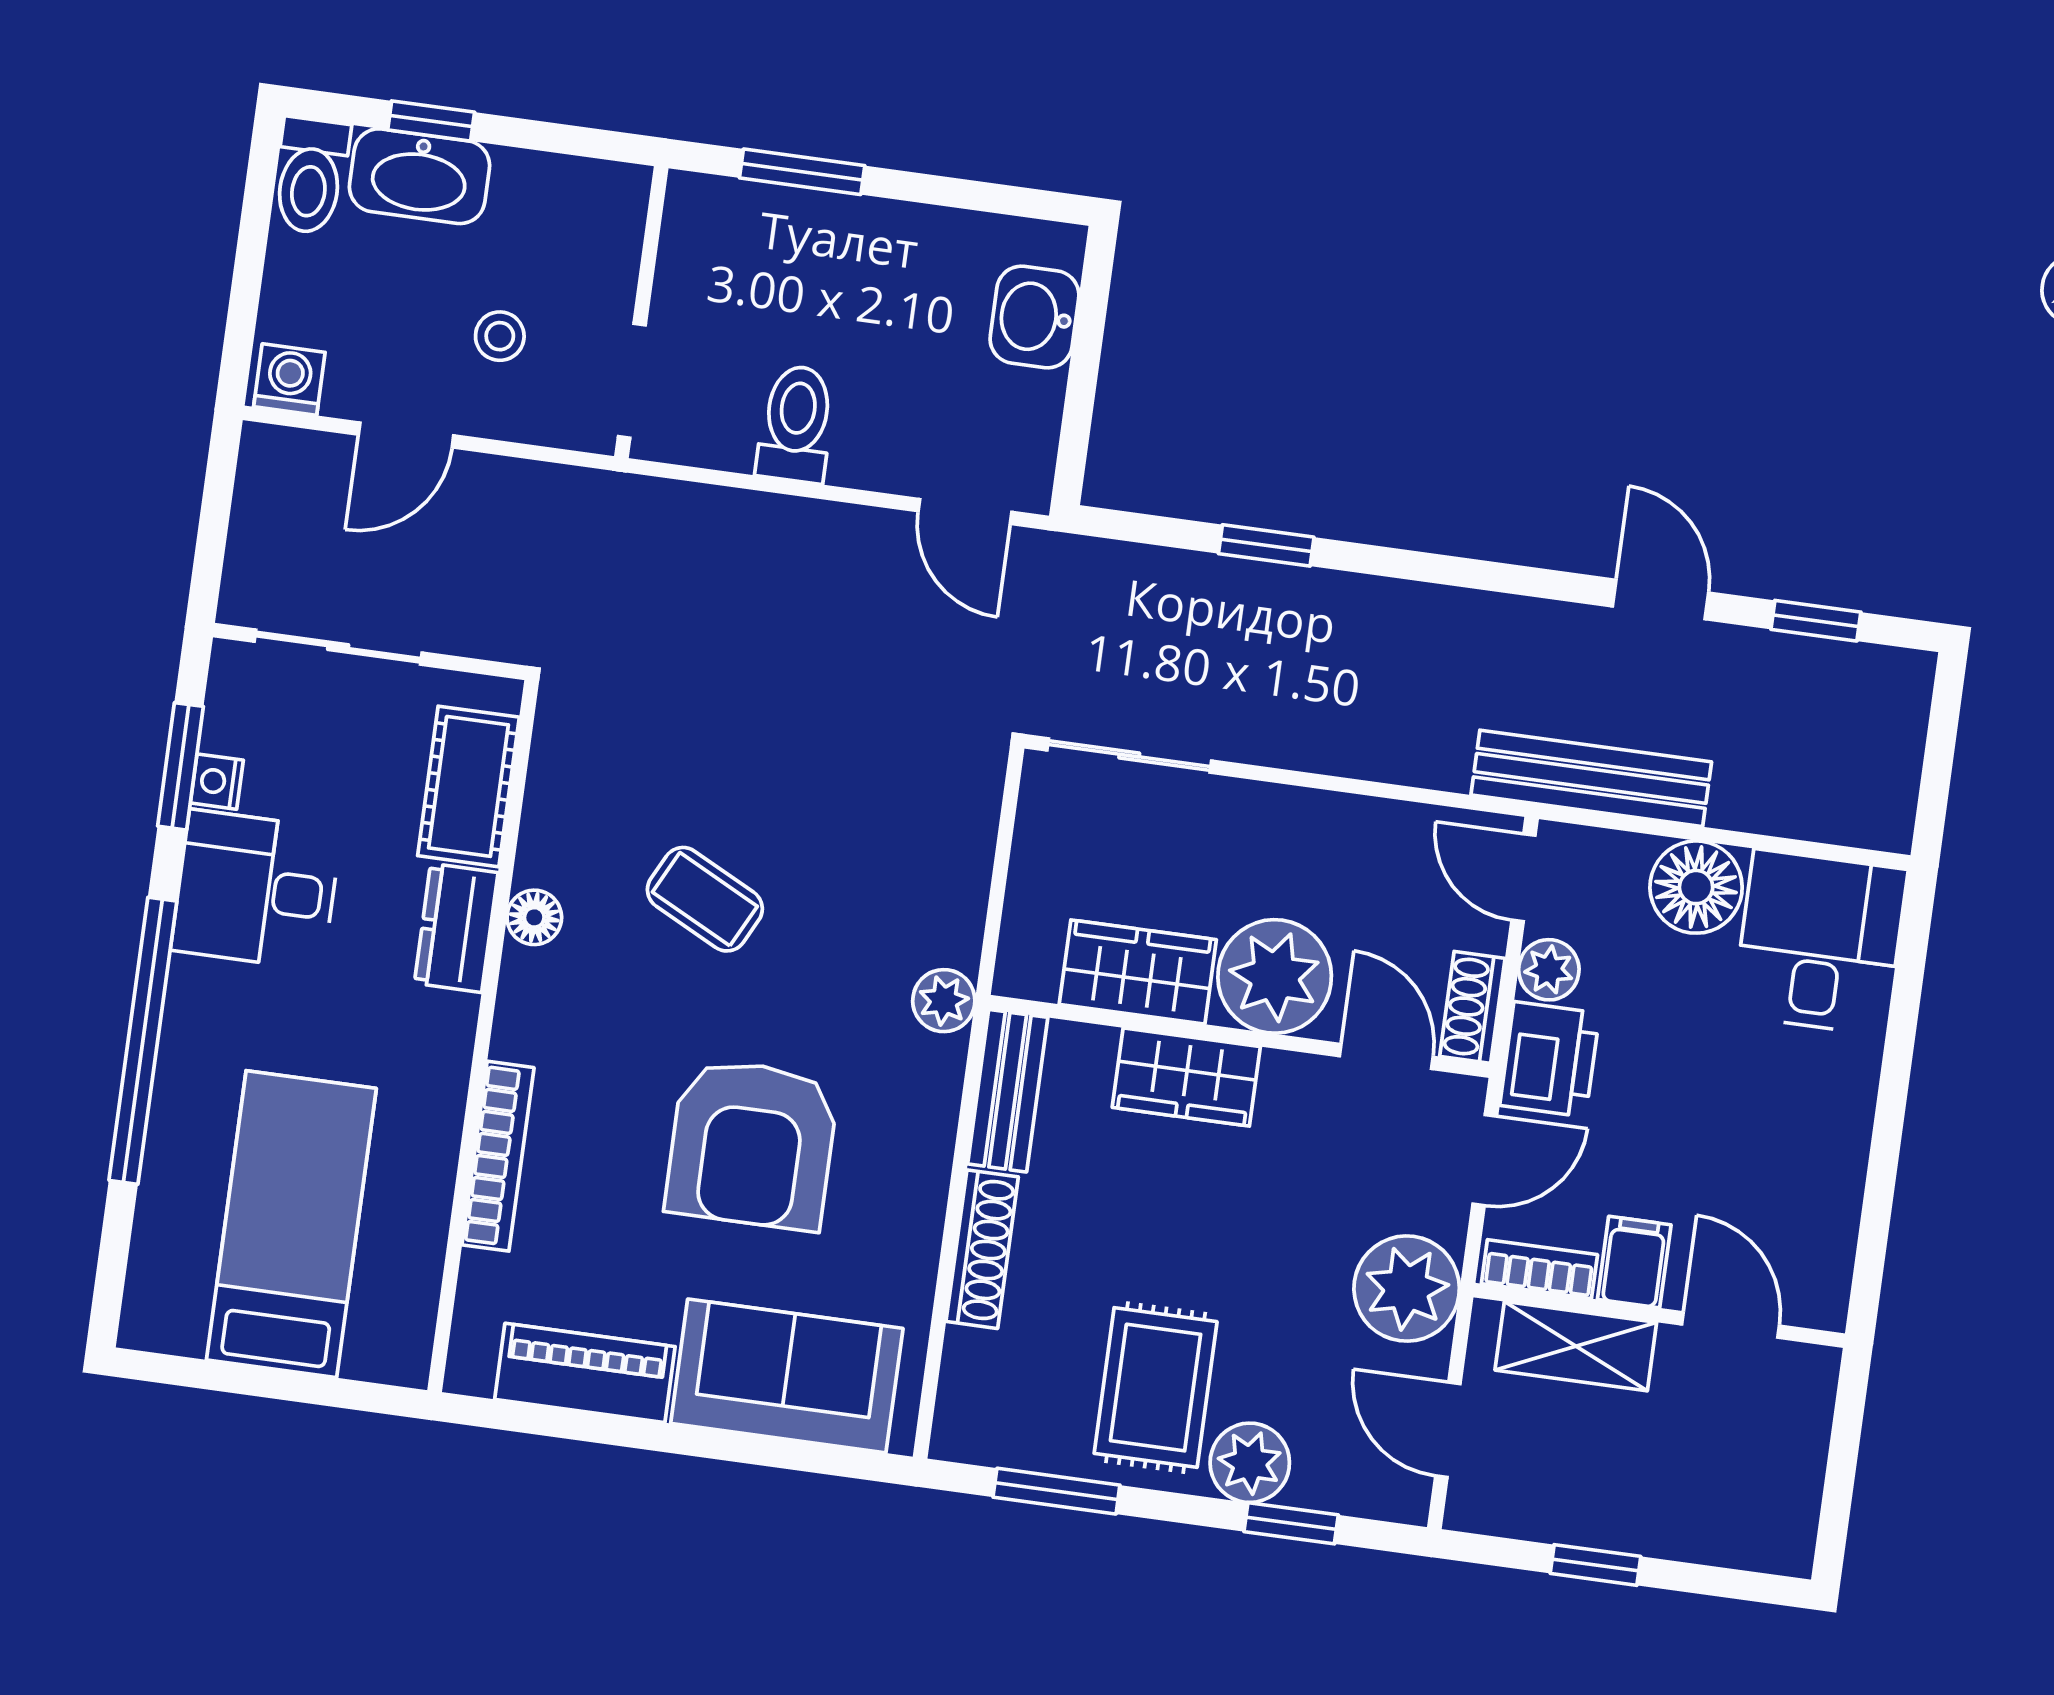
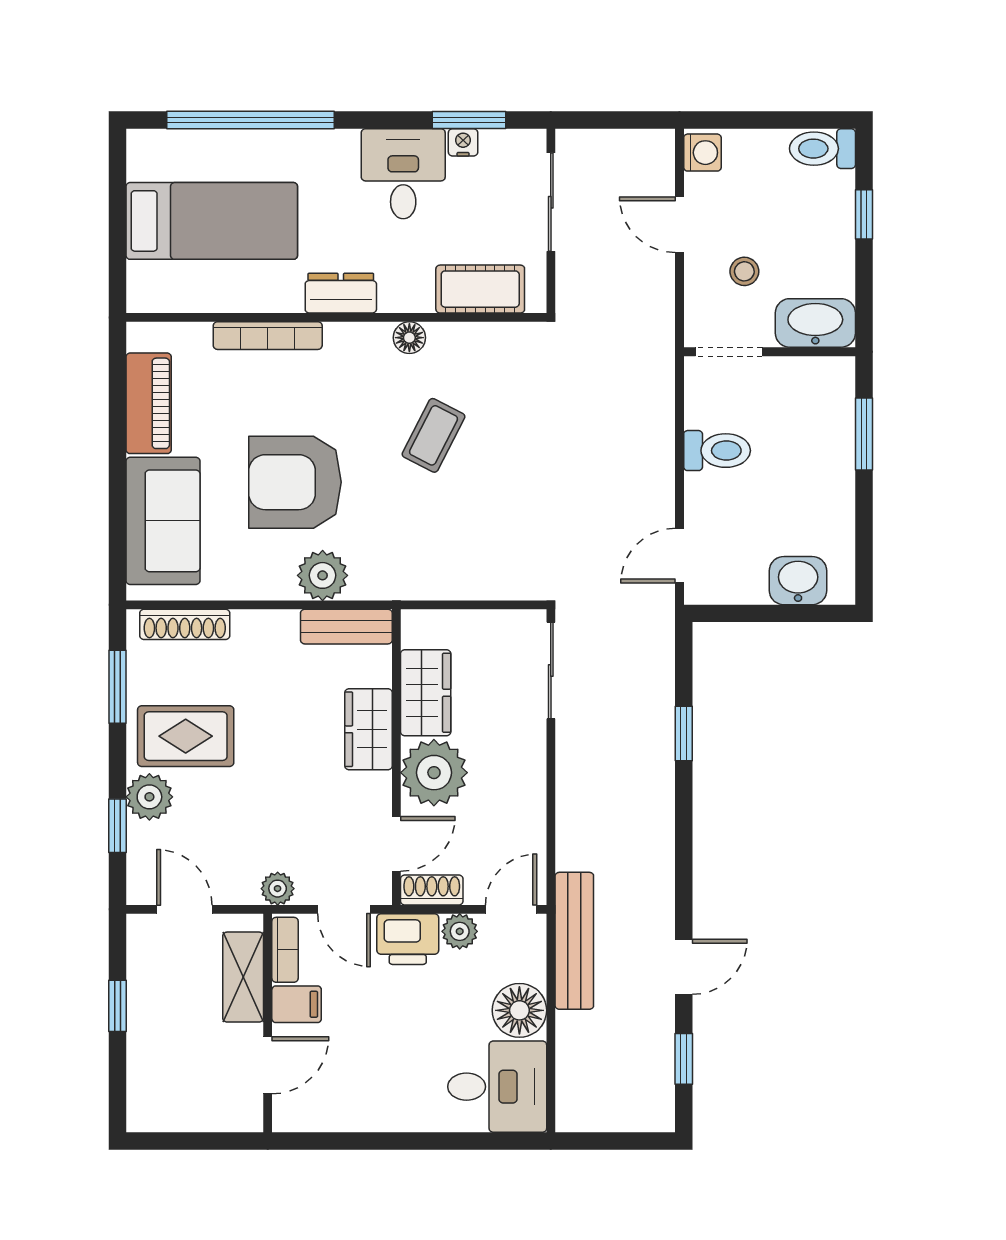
washbasin: (419, 176) -> (815, 323), moved, turned 90
dresser: (456, 928) -> (341, 293), moved
plant: (944, 1001) -> (323, 575), moved, width x1.38, depth x1.38
window: (143, 1041) -> (250, 120), moved
shoe rack: (982, 1249) -> (185, 624), moved
plant: (1407, 1289) -> (278, 889), width x0.53, depth x0.53
door: (1448, 1430) -> (184, 909), hinge flipped

